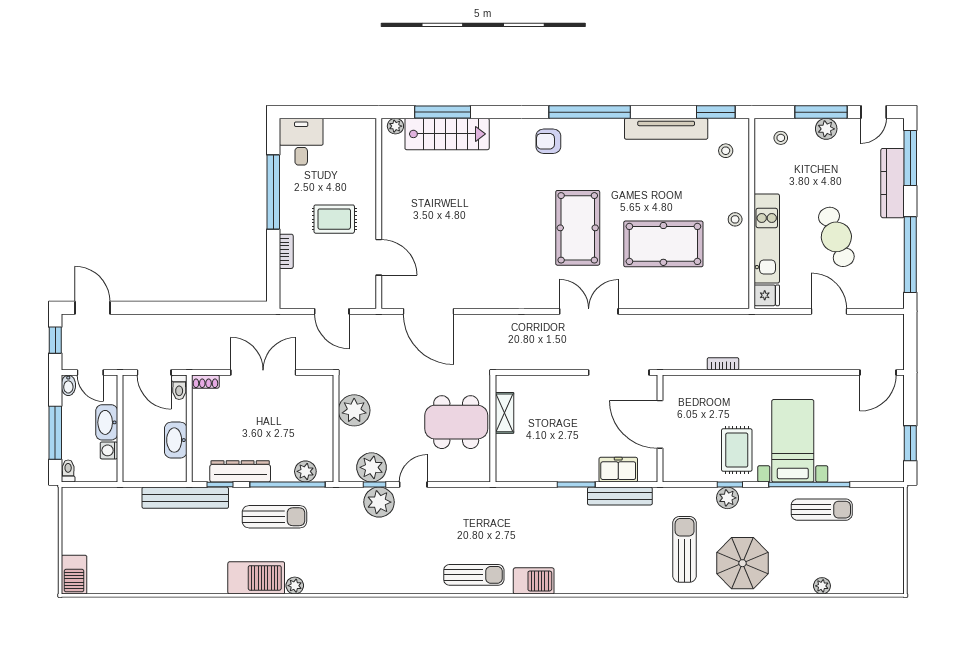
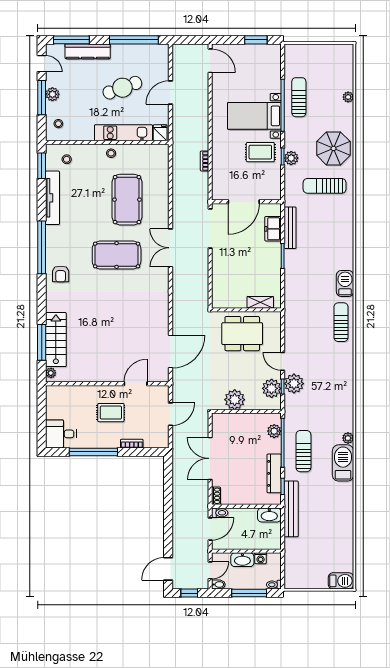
rug: (334, 219) -> (111, 413), turned 90
shelving: (505, 413) -> (260, 302), moved
dining table: (456, 422) -> (242, 334), turned 90
washbasin: (176, 440) -> (269, 515), moved

